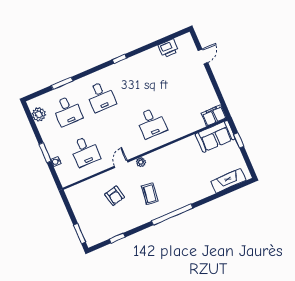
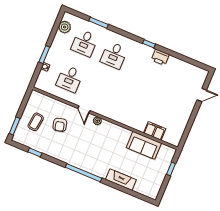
printer: (168, 48) -> (160, 57), moved
filing cabinet: (214, 115) -> (155, 131), moved
desk: (151, 123) -> (129, 103), removed
sofa: (215, 136) -> (144, 145), moved
door: (121, 164) -> (84, 109), swing flipped
fireplace: (228, 181) -> (121, 180), moved
coffee table: (150, 194) -> (36, 122), moved

